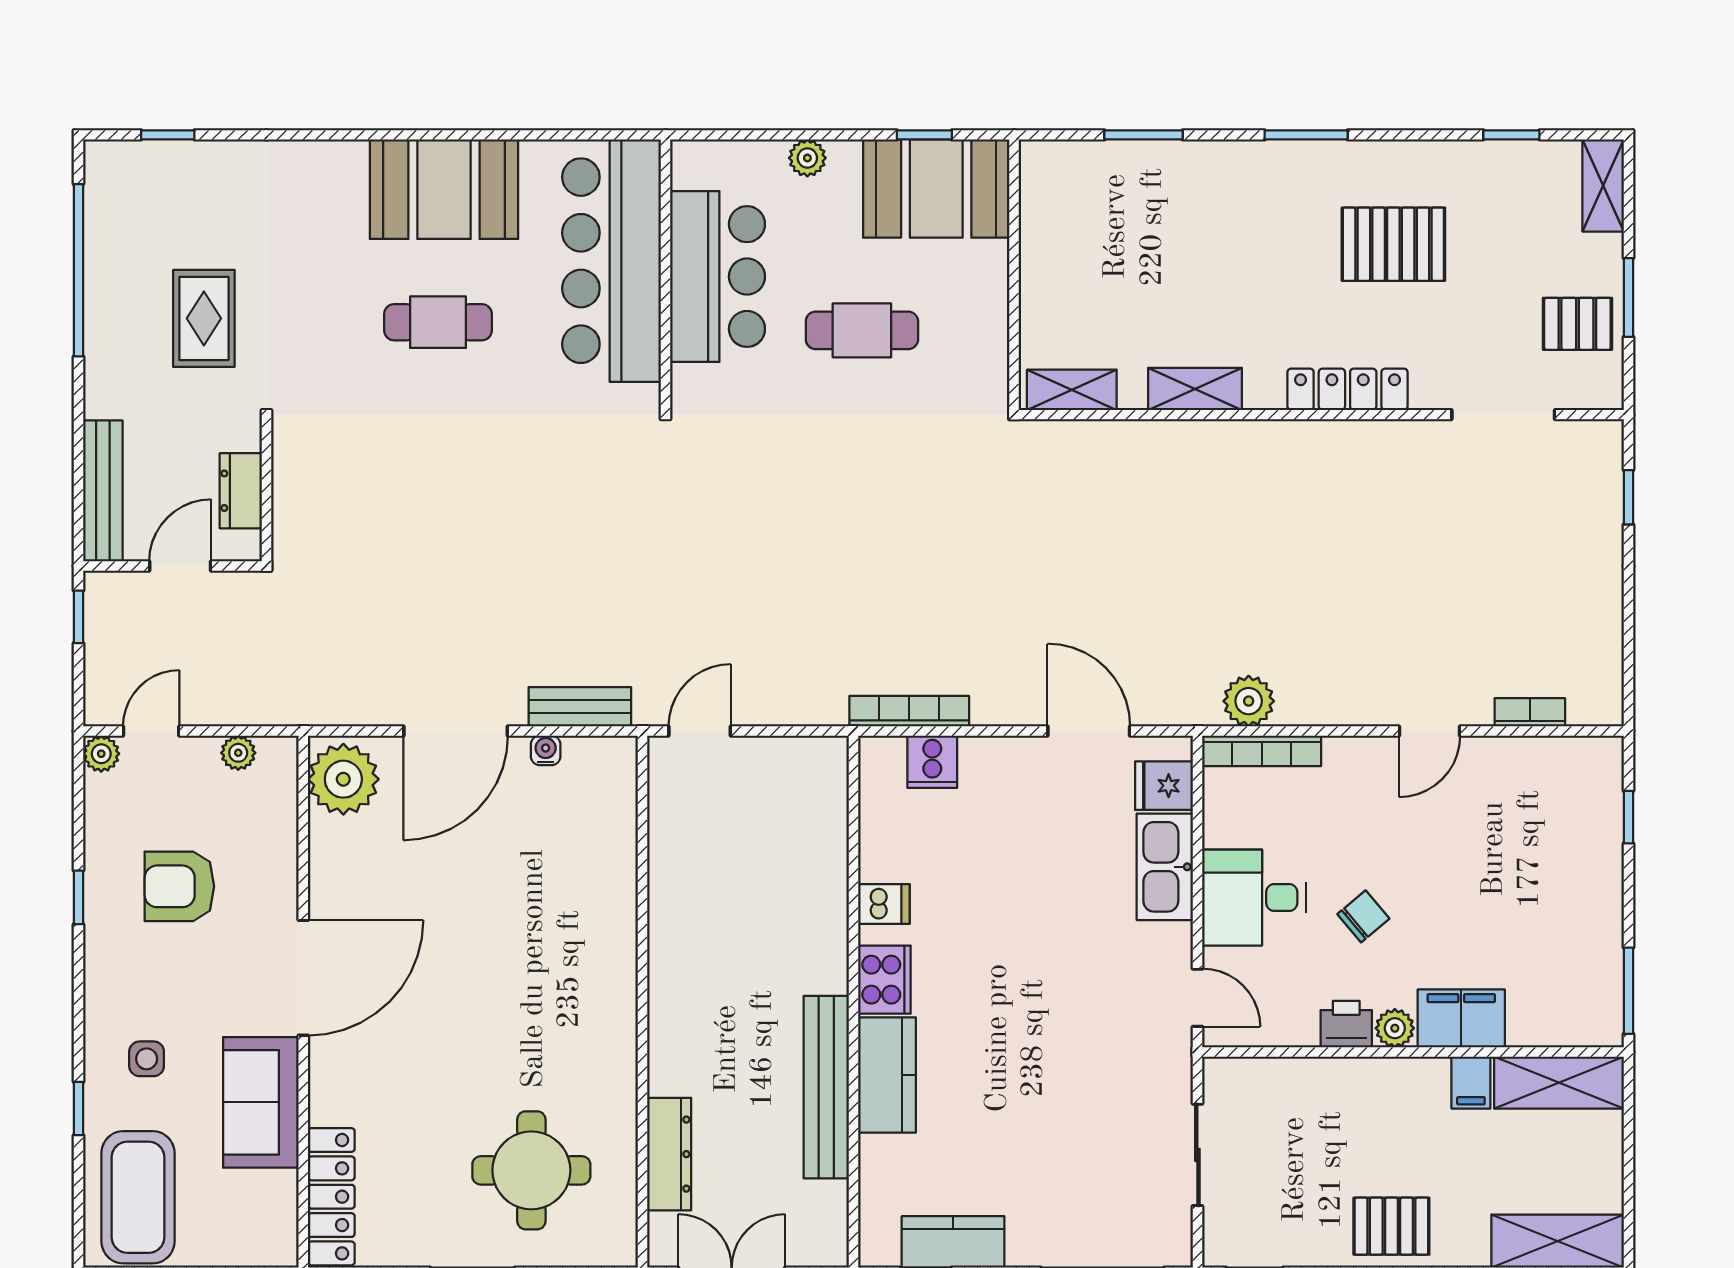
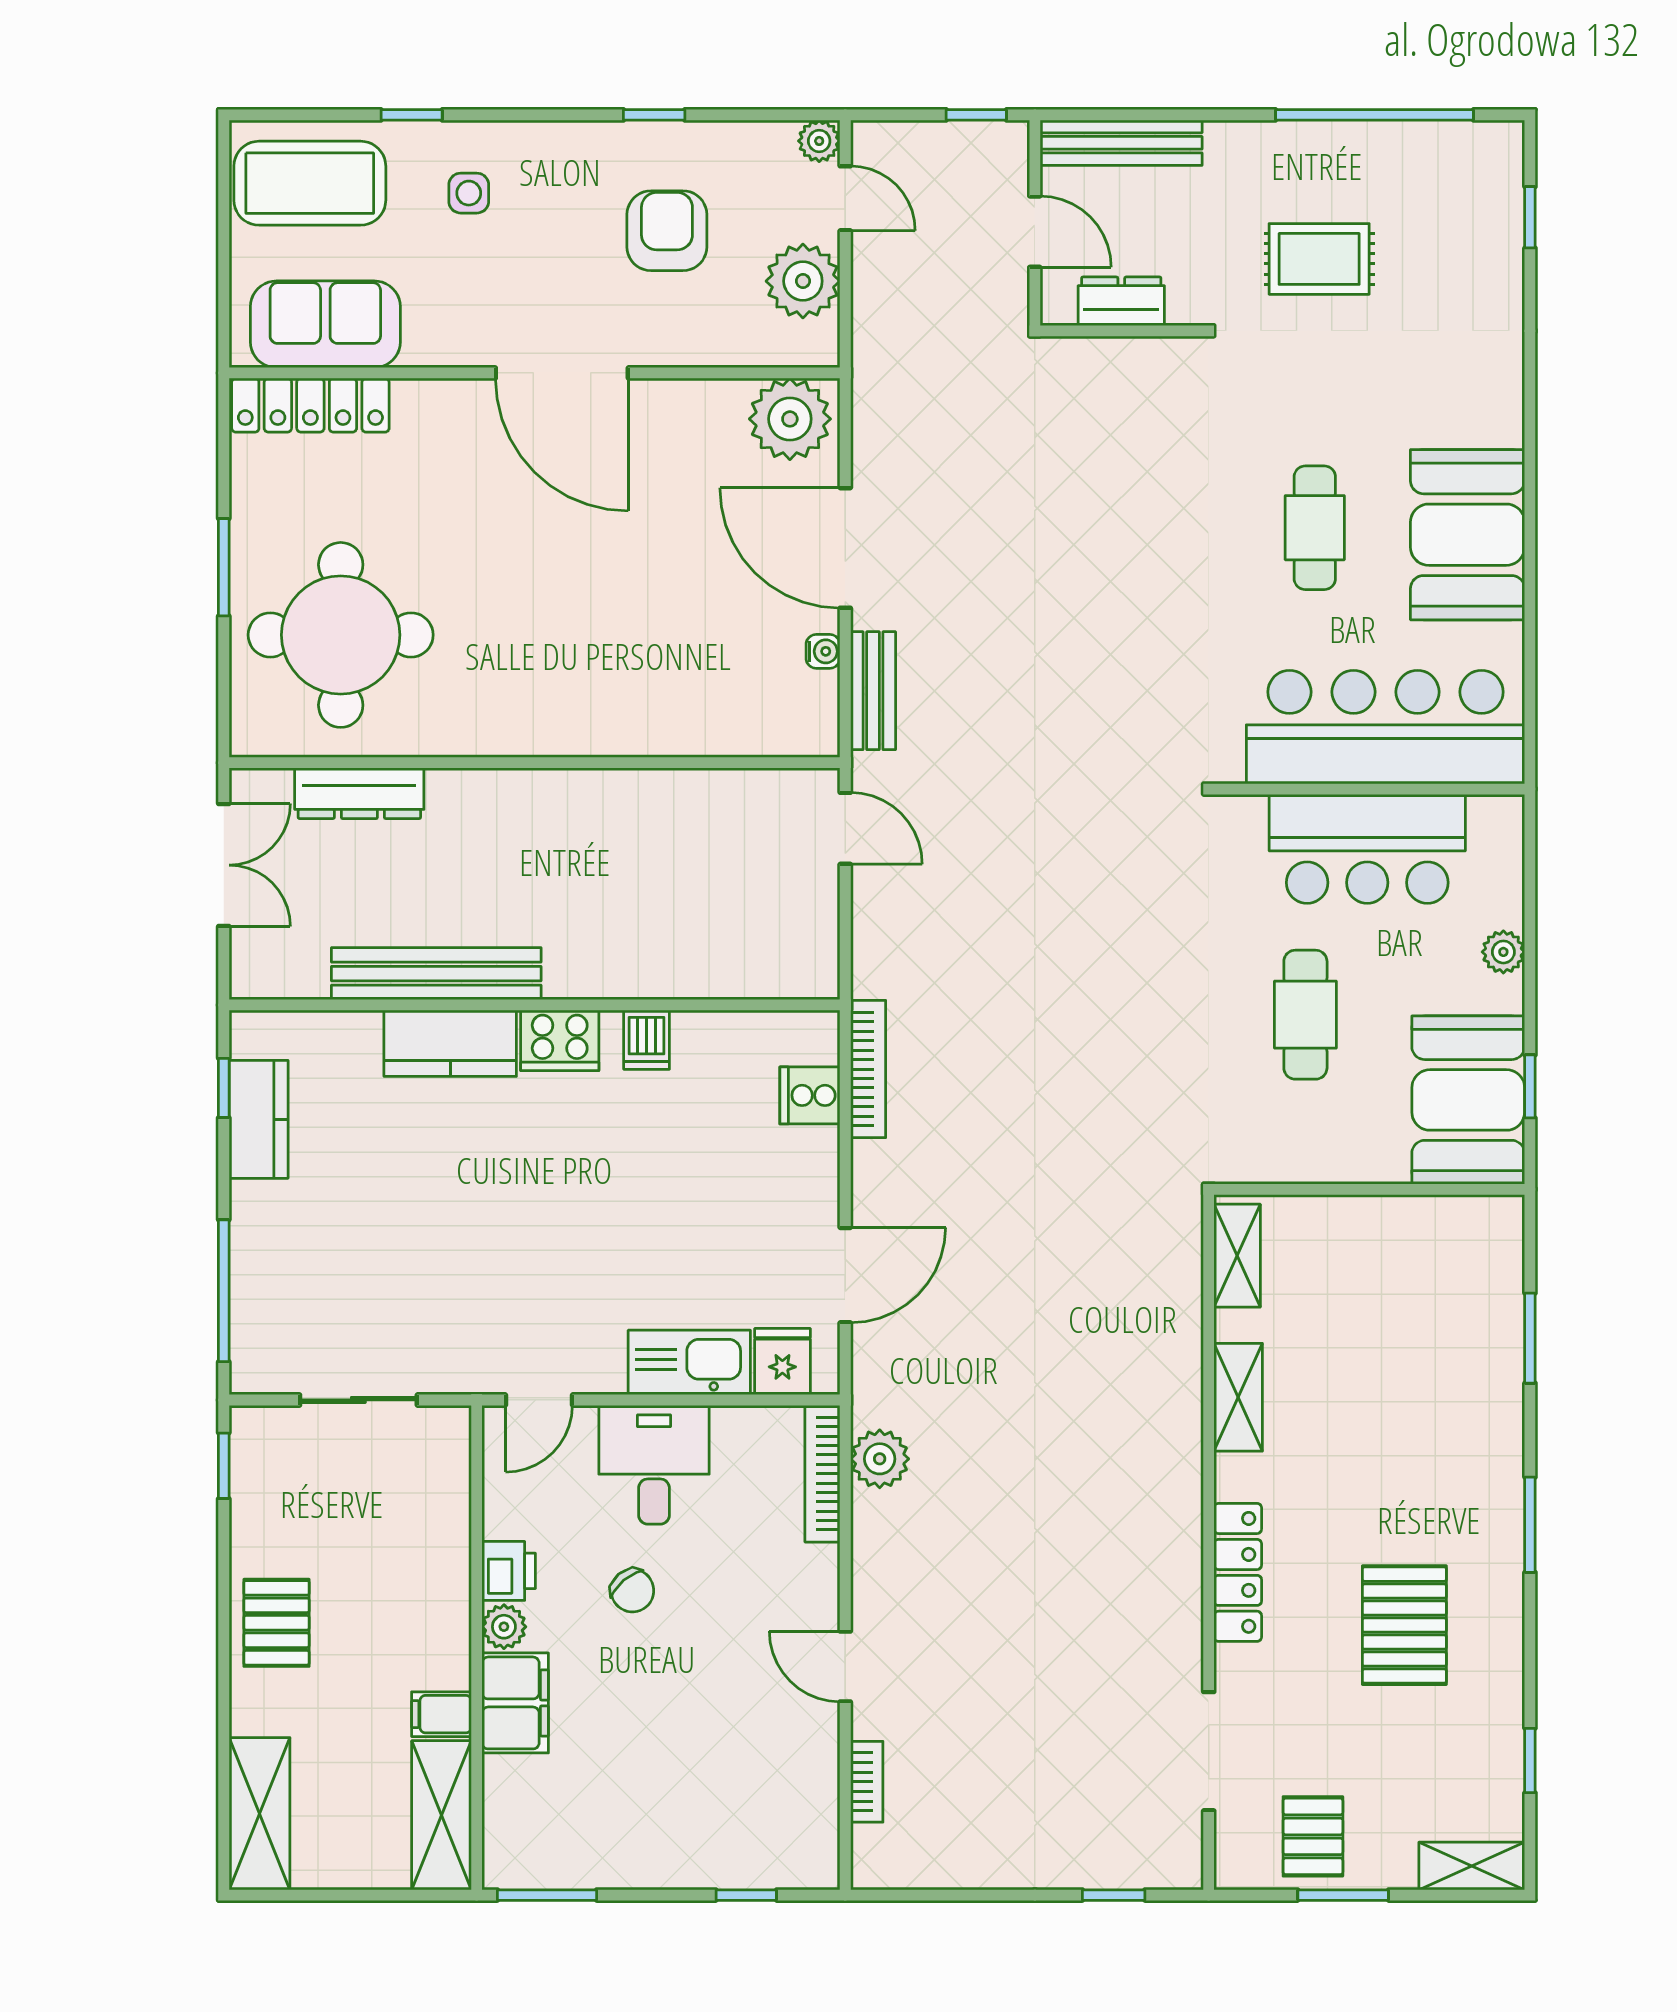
plant: (238, 753) -> (803, 281), width x1.88, depth x1.88
sofa: (261, 1102) -> (325, 324), moved
round table: (531, 1170) -> (341, 635), width x1.36, depth x1.36

